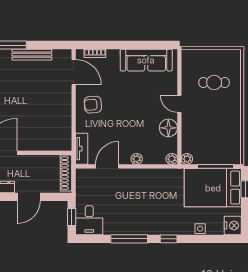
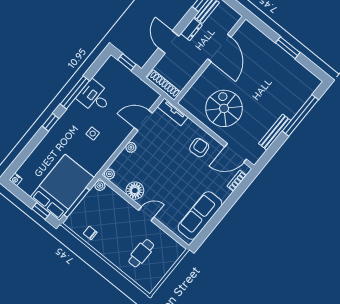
spiral stairs: (46, 110) -> (224, 108), added
chair: (231, 136) -> (90, 233), added
door: (107, 166) -> (143, 120), swing flipped
desk: (89, 220) -> (95, 97), moved
nightstand: (233, 225) -> (16, 179), width x0.53, depth x0.56
side table: (200, 229) -> (93, 133), moved

